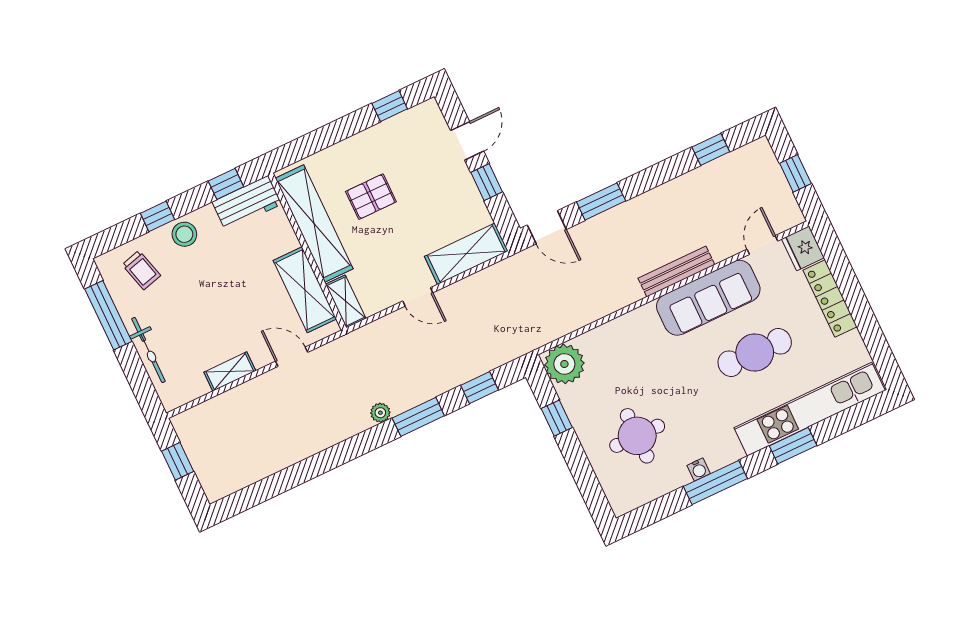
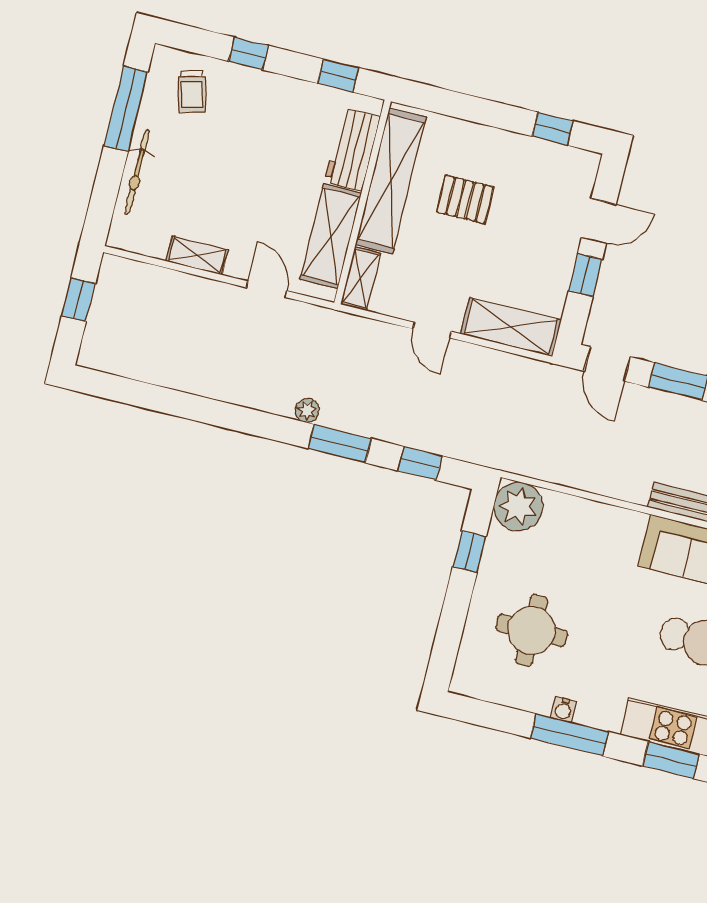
workbench: (247, 203) -> (352, 149), moved, turned 90
stool: (184, 234) -> (260, 91), removed

